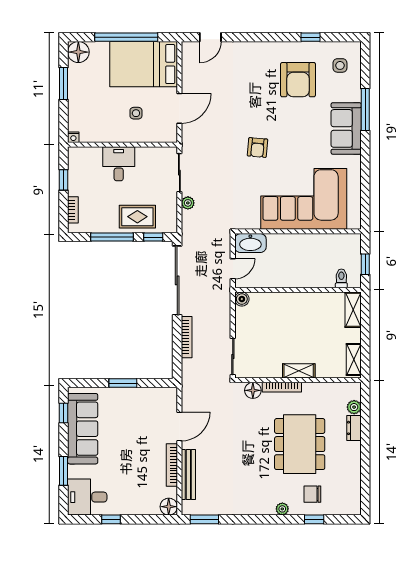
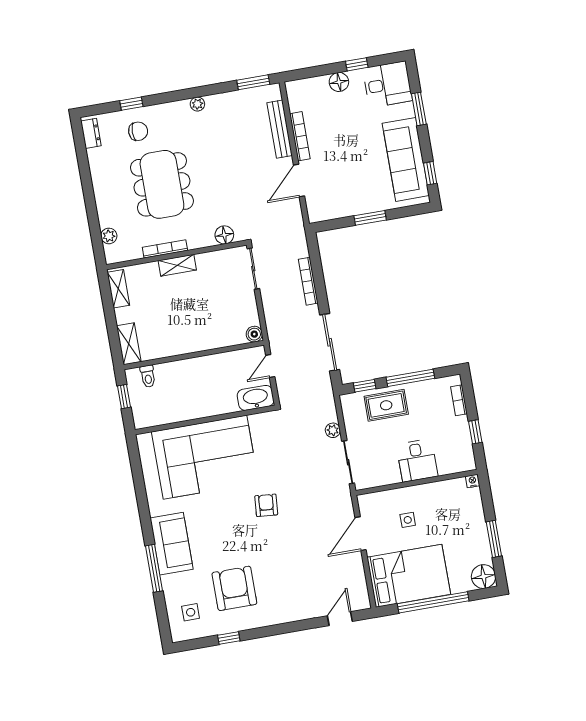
sliding door: (177, 280) -> (330, 342), width x0.73
bookcase: (282, 387) -> (165, 249), moved
dresser: (354, 428) -> (91, 133), moved
floor lamp: (169, 507) -> (339, 82), moved
plant: (282, 509) -> (197, 104), moved

